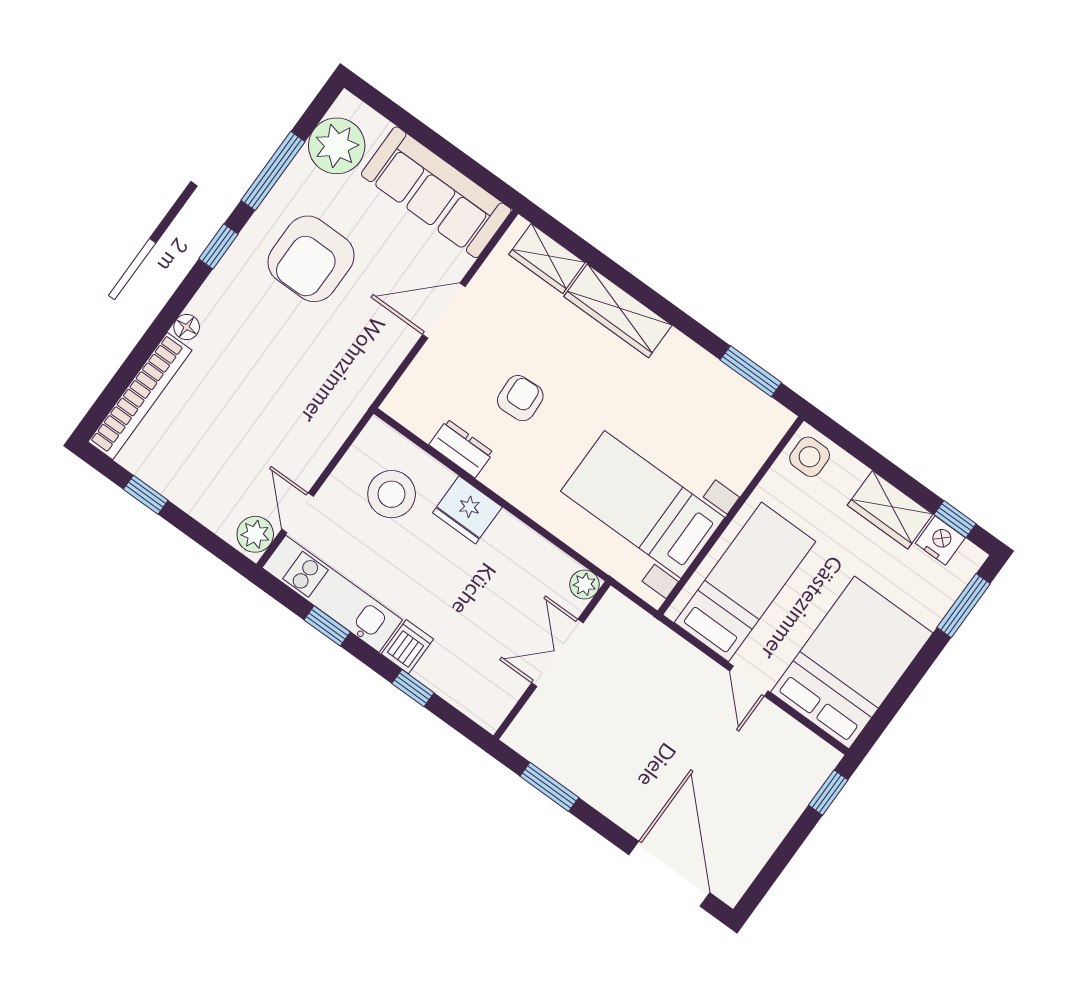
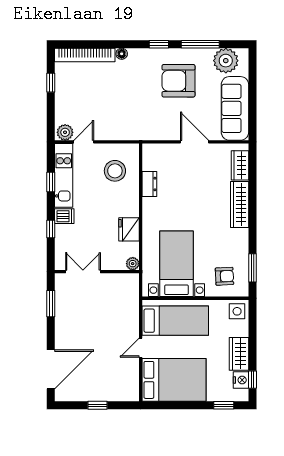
armchair: (520, 398) -> (224, 276), moved
fridge: (467, 510) -> (129, 229), moved
window: (964, 606) -> (224, 405), width x0.67
double door: (557, 653) -> (83, 272), moved
window: (828, 793) -> (97, 405), moved

